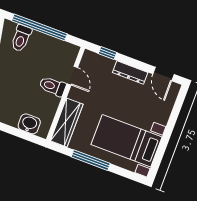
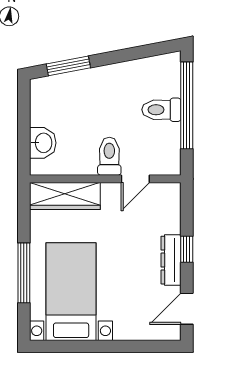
toilet: (21, 38) -> (161, 110), moved
window: (107, 53) -> (187, 249), moved
window: (91, 160) -> (24, 273), moved

